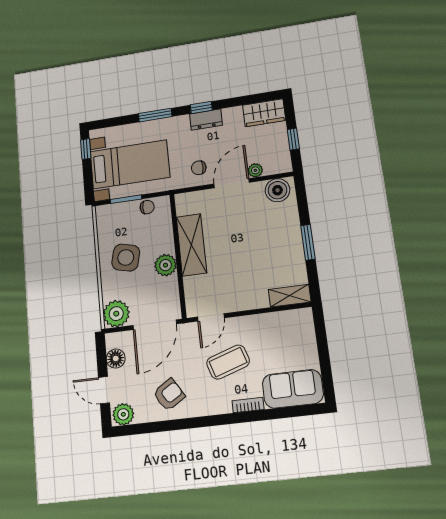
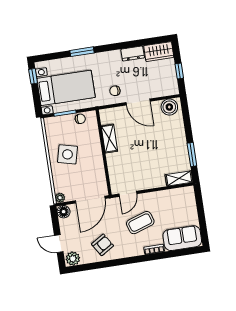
window: (201, 107) -> (115, 47), removed
dresser: (206, 120) -> (133, 54), moved
plant: (255, 170) -> (154, 93), removed
door: (232, 183) -> (138, 102), swing flipped
window: (308, 242) -> (192, 154), moved
shelving: (191, 245) -> (109, 139), width x0.67, depth x0.75
plant: (165, 265) -> (95, 159), removed
plant: (116, 314) -> (60, 198), width x0.53, depth x0.53
floor lamp: (116, 358) -> (64, 212), moved

